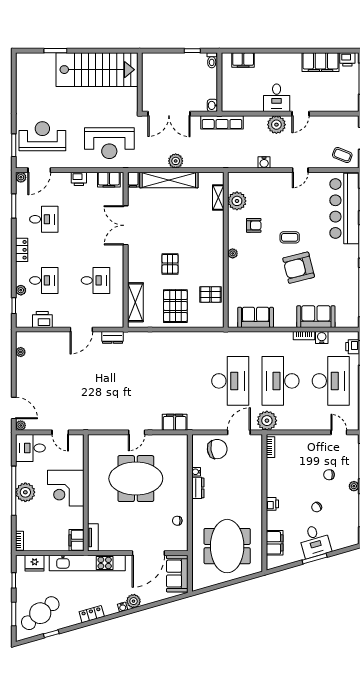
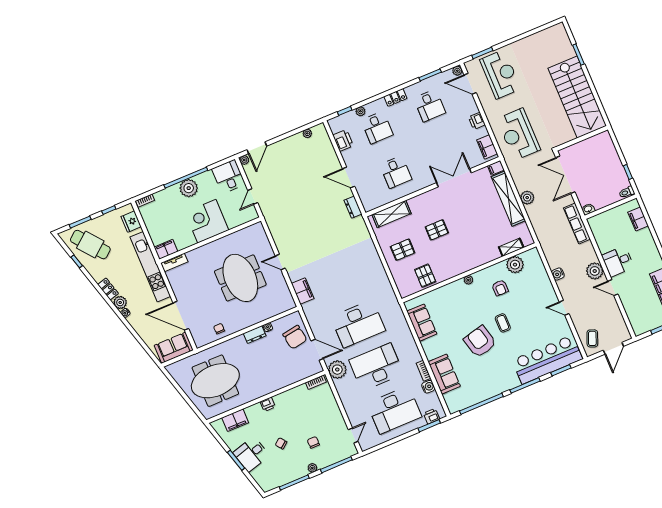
pallet: (175, 306) -> (403, 250), width x0.67, depth x0.71
plant: (134, 601) -> (120, 302), moved

